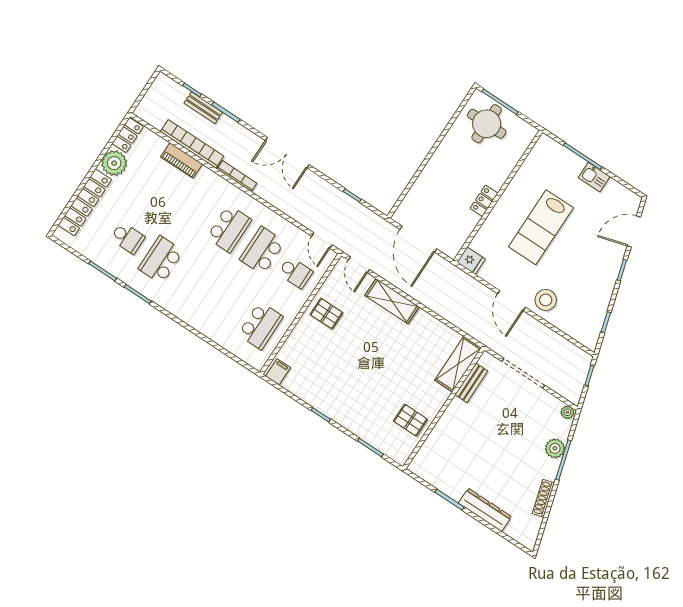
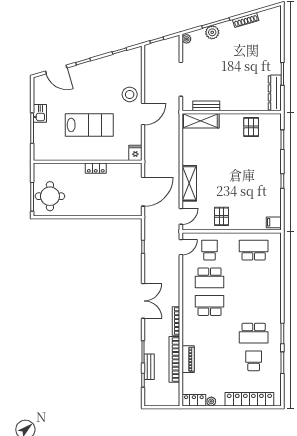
plant: (114, 163) -> (211, 401), width x0.53, depth x0.53
dresser: (485, 510) -> (275, 93), moved

